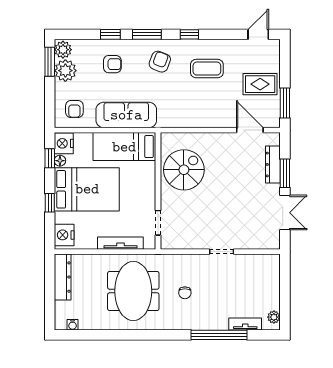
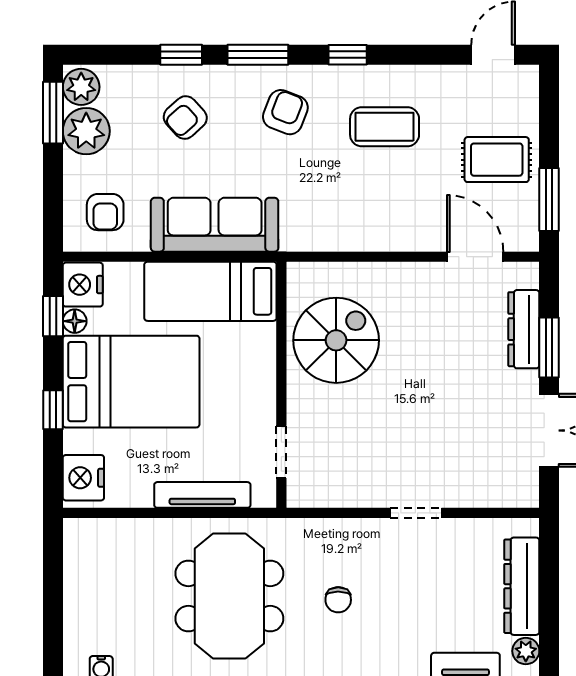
armchair: (112, 64) -> (185, 117), turned 138
dresser: (63, 277) -> (522, 586), moved, turned 180

